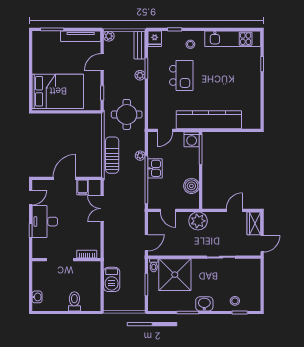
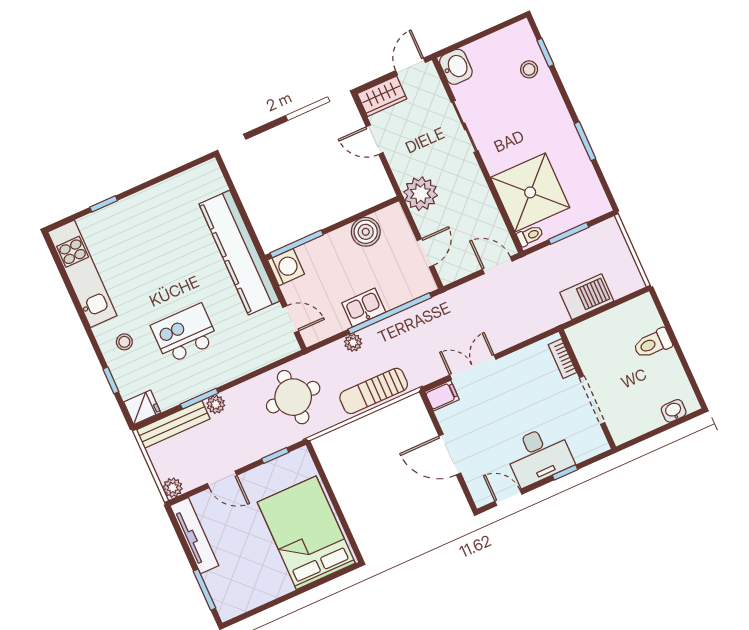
bench: (140, 45) -> (173, 424), width x1.36
filing cabinet: (83, 187) -> (442, 396), moved
double door: (102, 209) -> (473, 367), swing flipped
door: (262, 244) -> (411, 67), hinge flipped
washbasin: (204, 304) -> (456, 67), moved, turned 180

